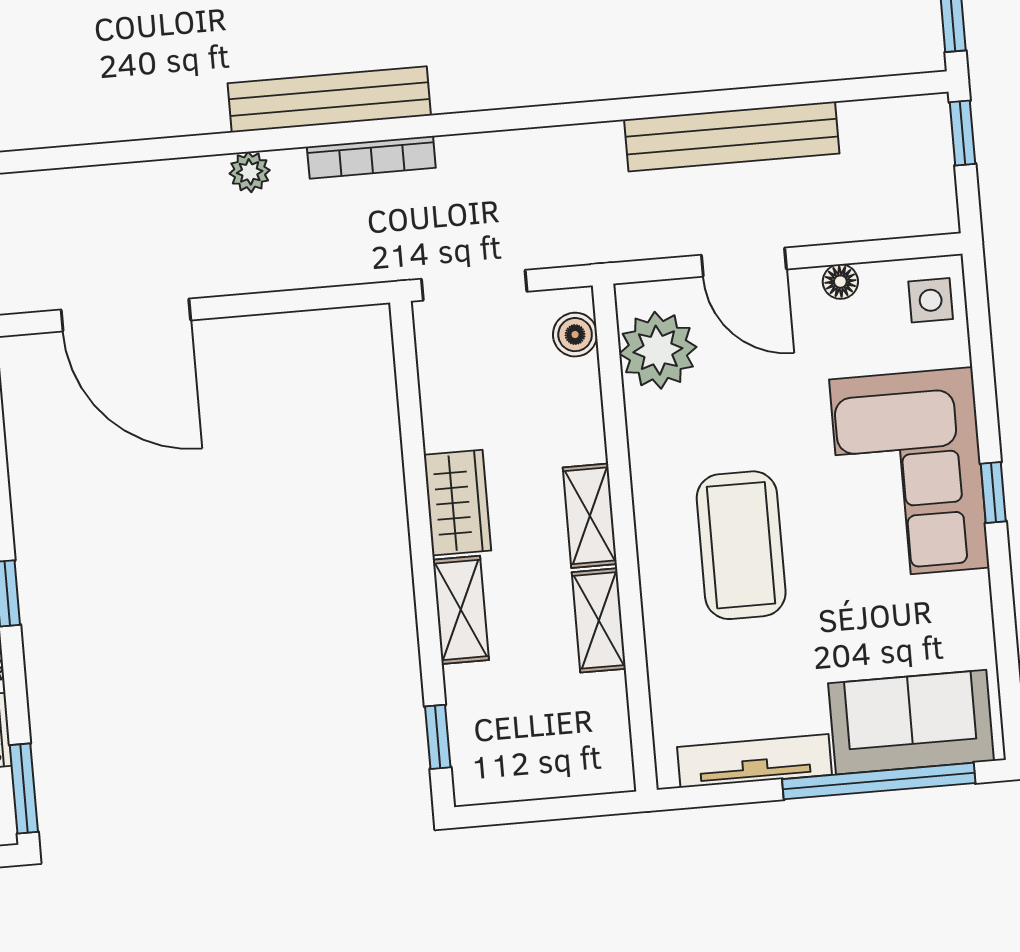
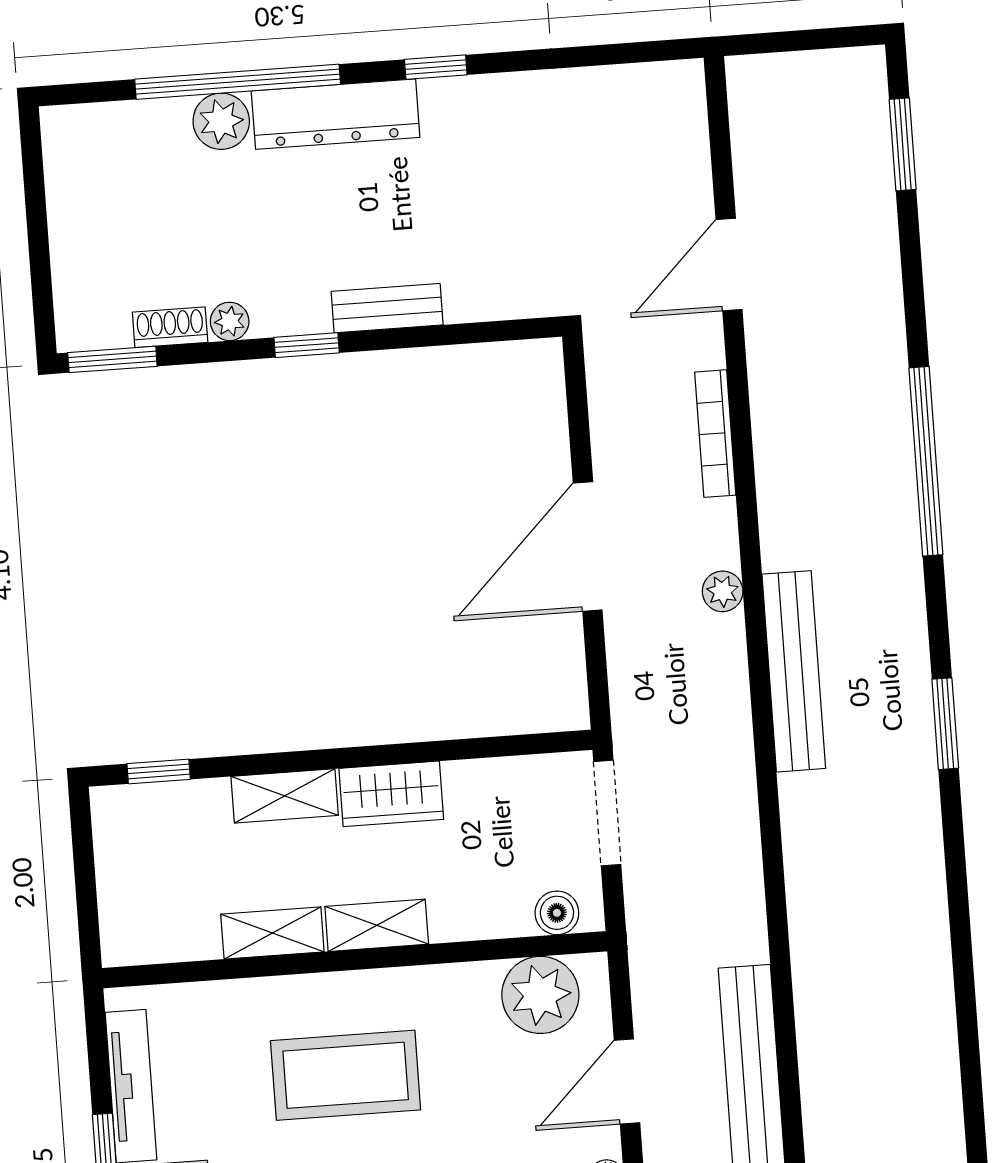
bookcase: (371, 157) -> (715, 434), moved
door: (126, 315) -> (588, 547), moved

